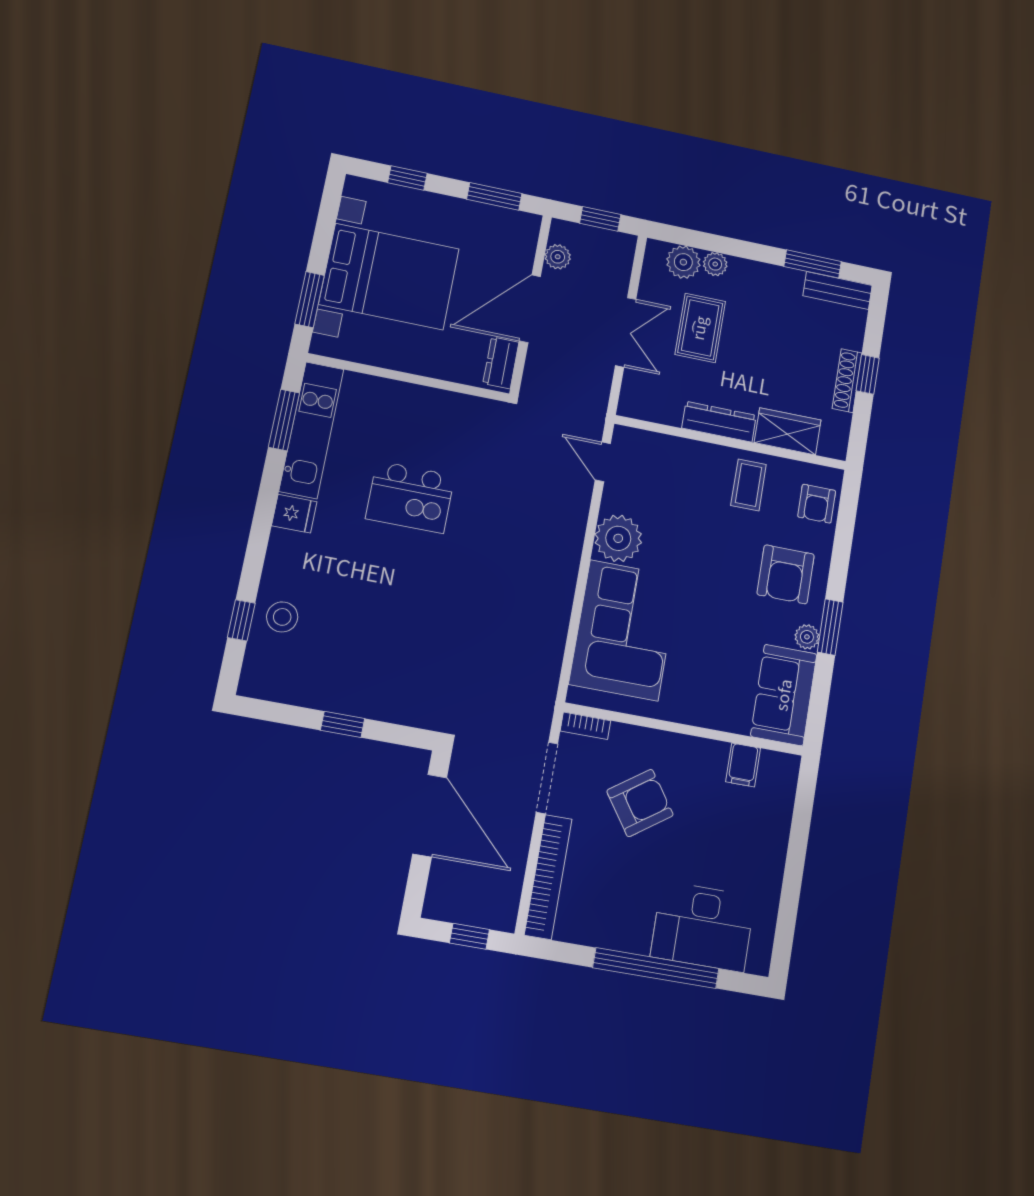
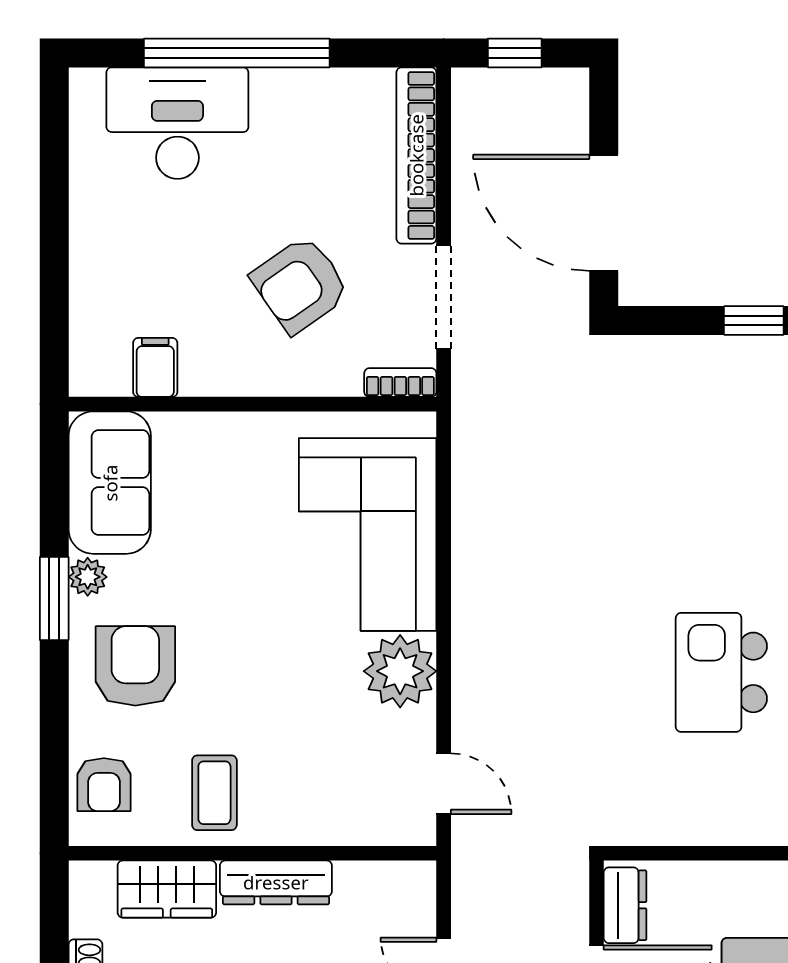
kitchen island: (410, 497) -> (721, 672), turned -90
armchair: (817, 504) -> (104, 785), turned 180

